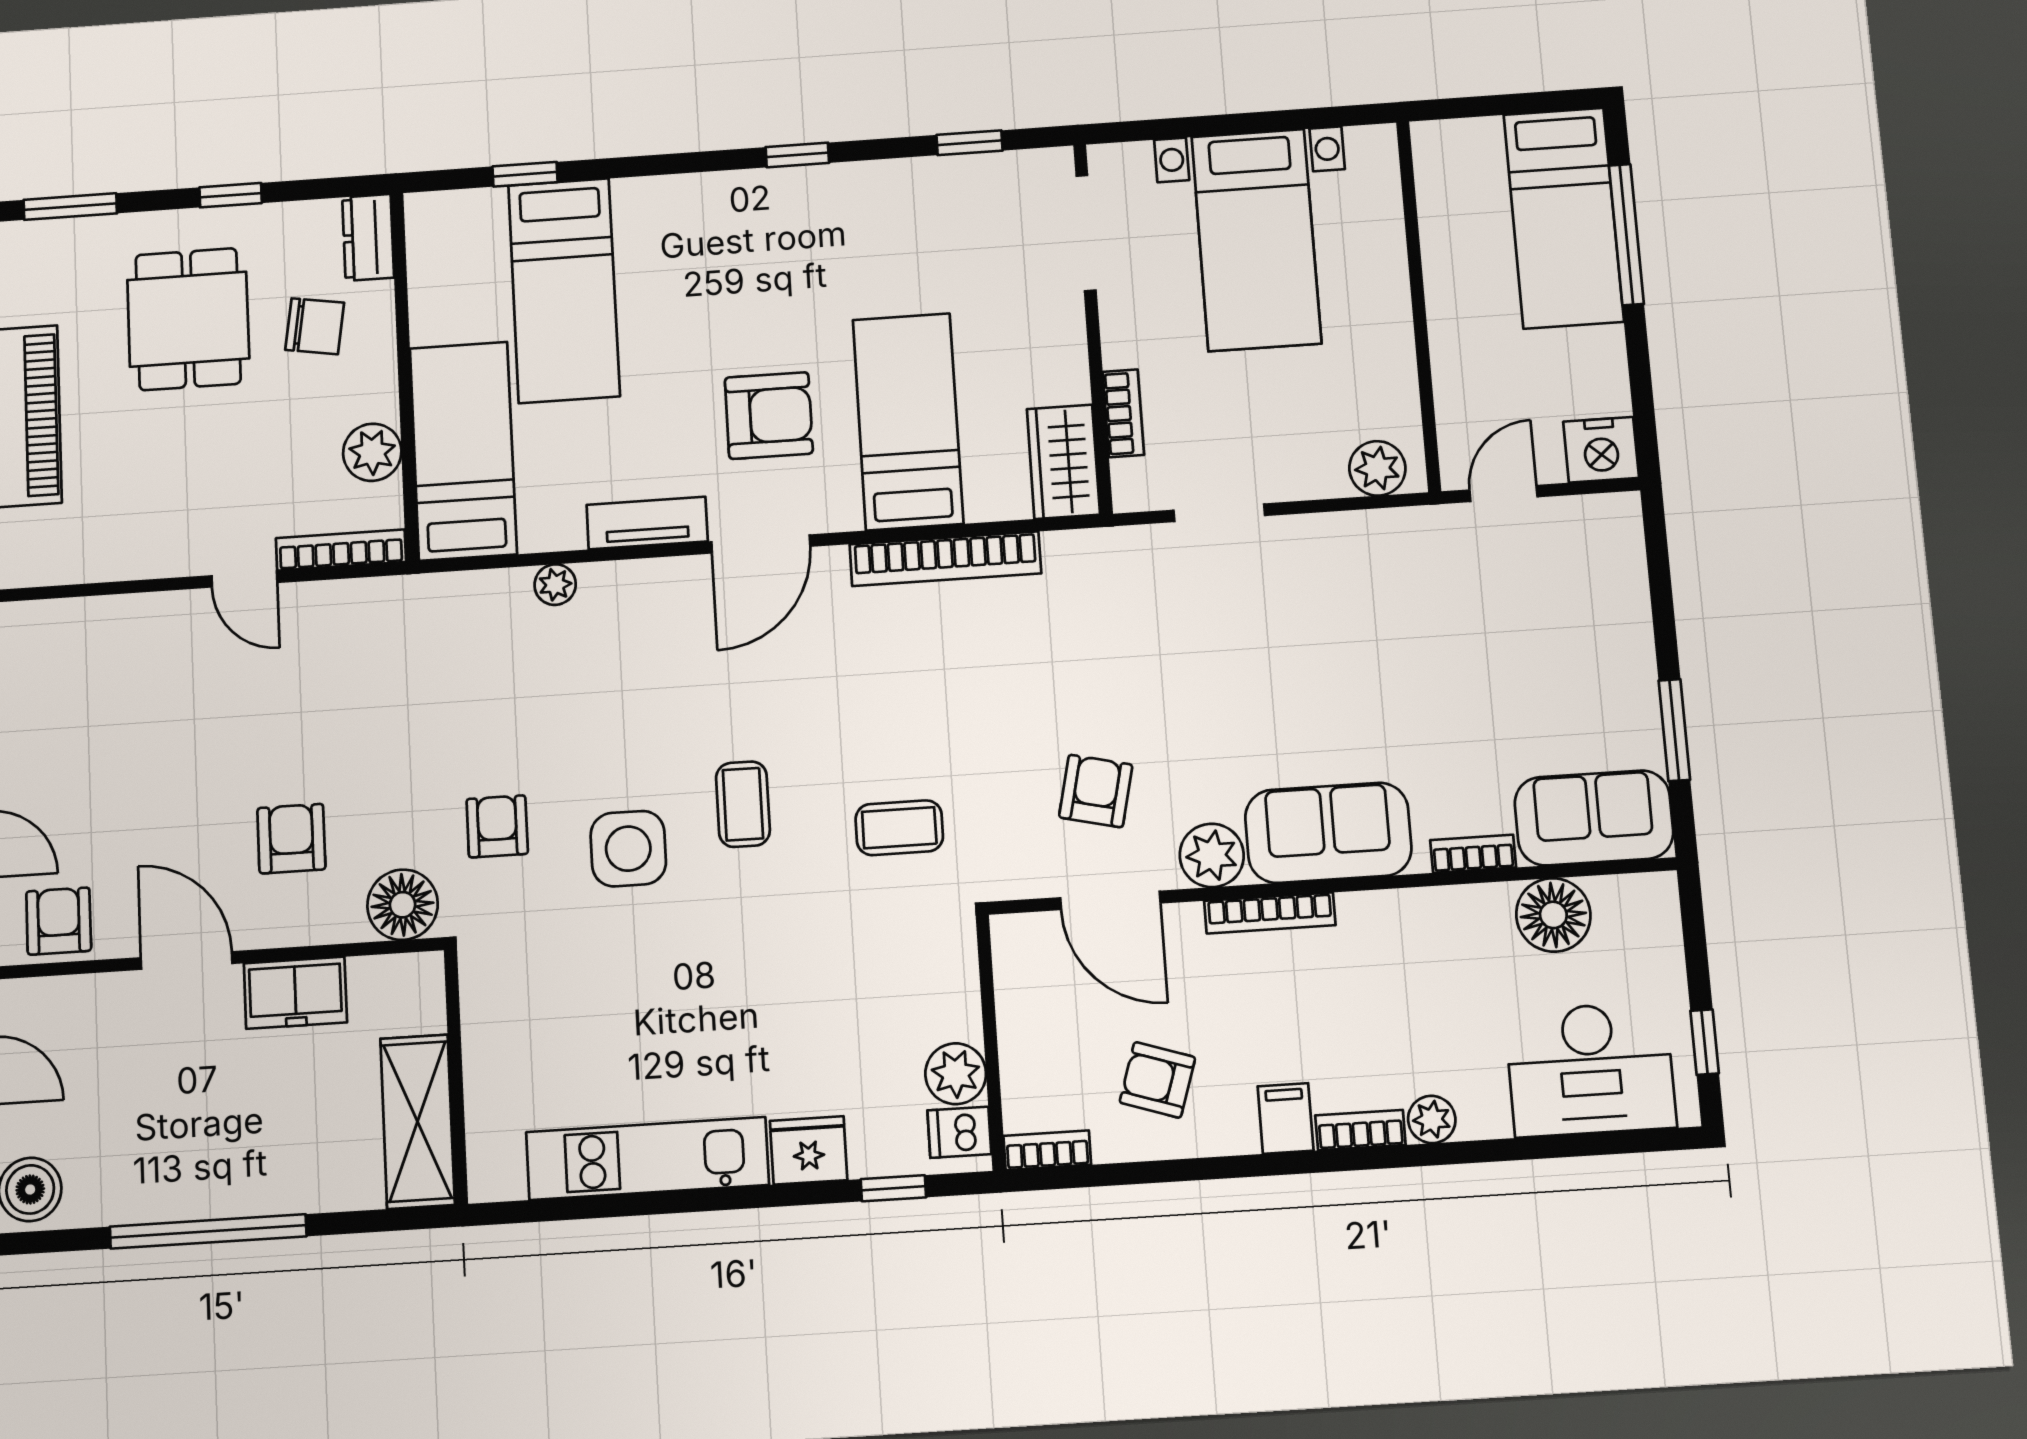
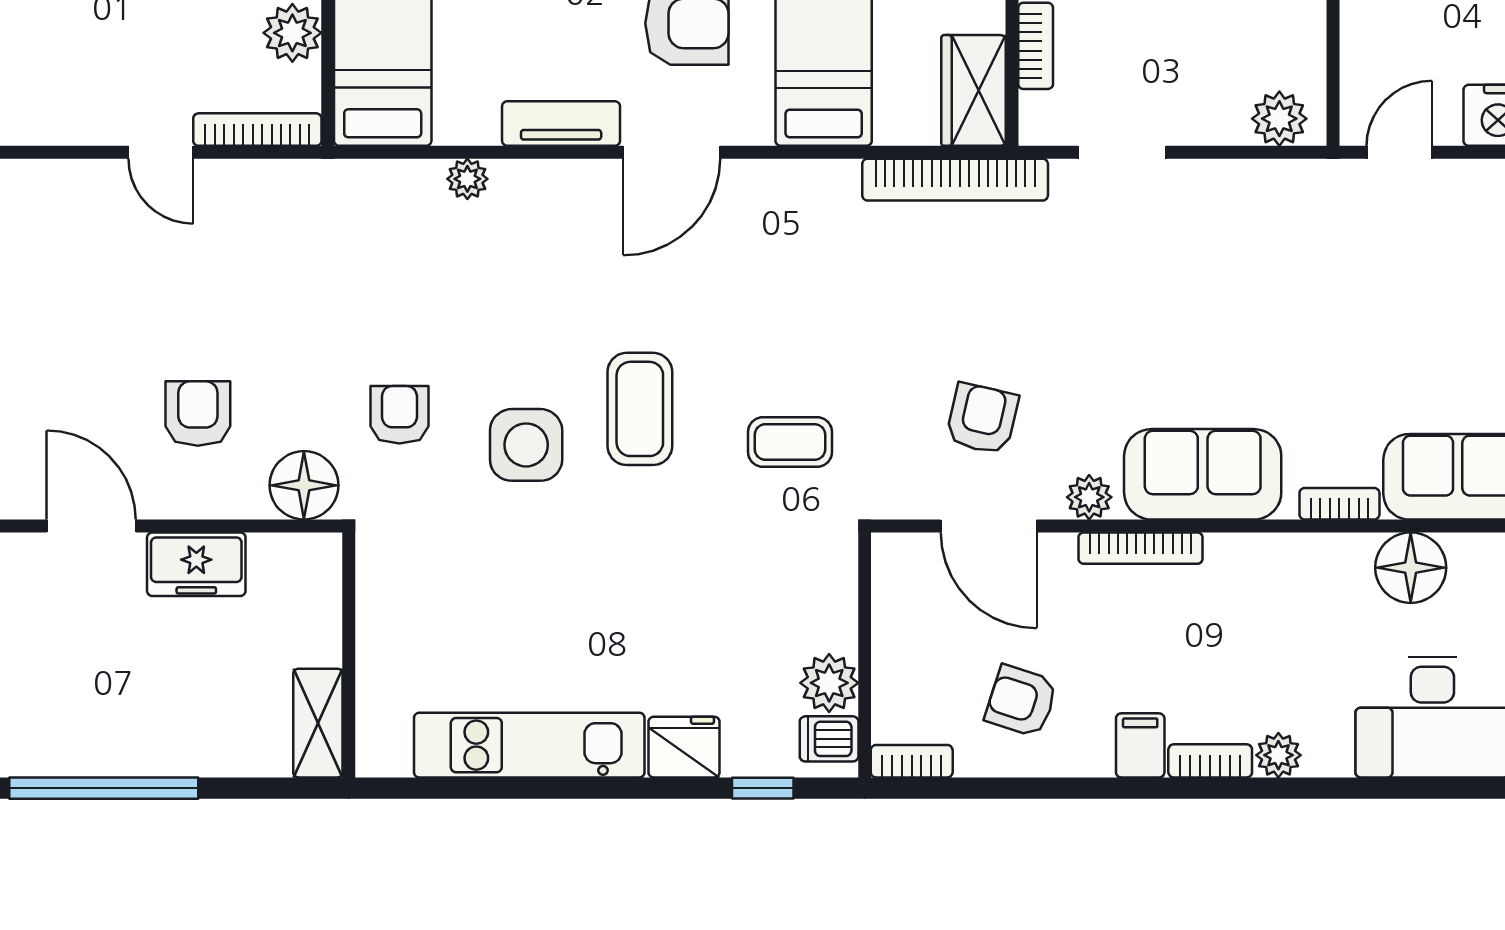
bookcase: (945, 559) -> (955, 180), moved
coffee table: (743, 804) -> (640, 409), width x1.36, depth x1.30
plant: (1212, 855) -> (1089, 497), width x0.73, depth x0.73
shelving: (417, 1121) -> (318, 723), width x0.67, depth x0.75

